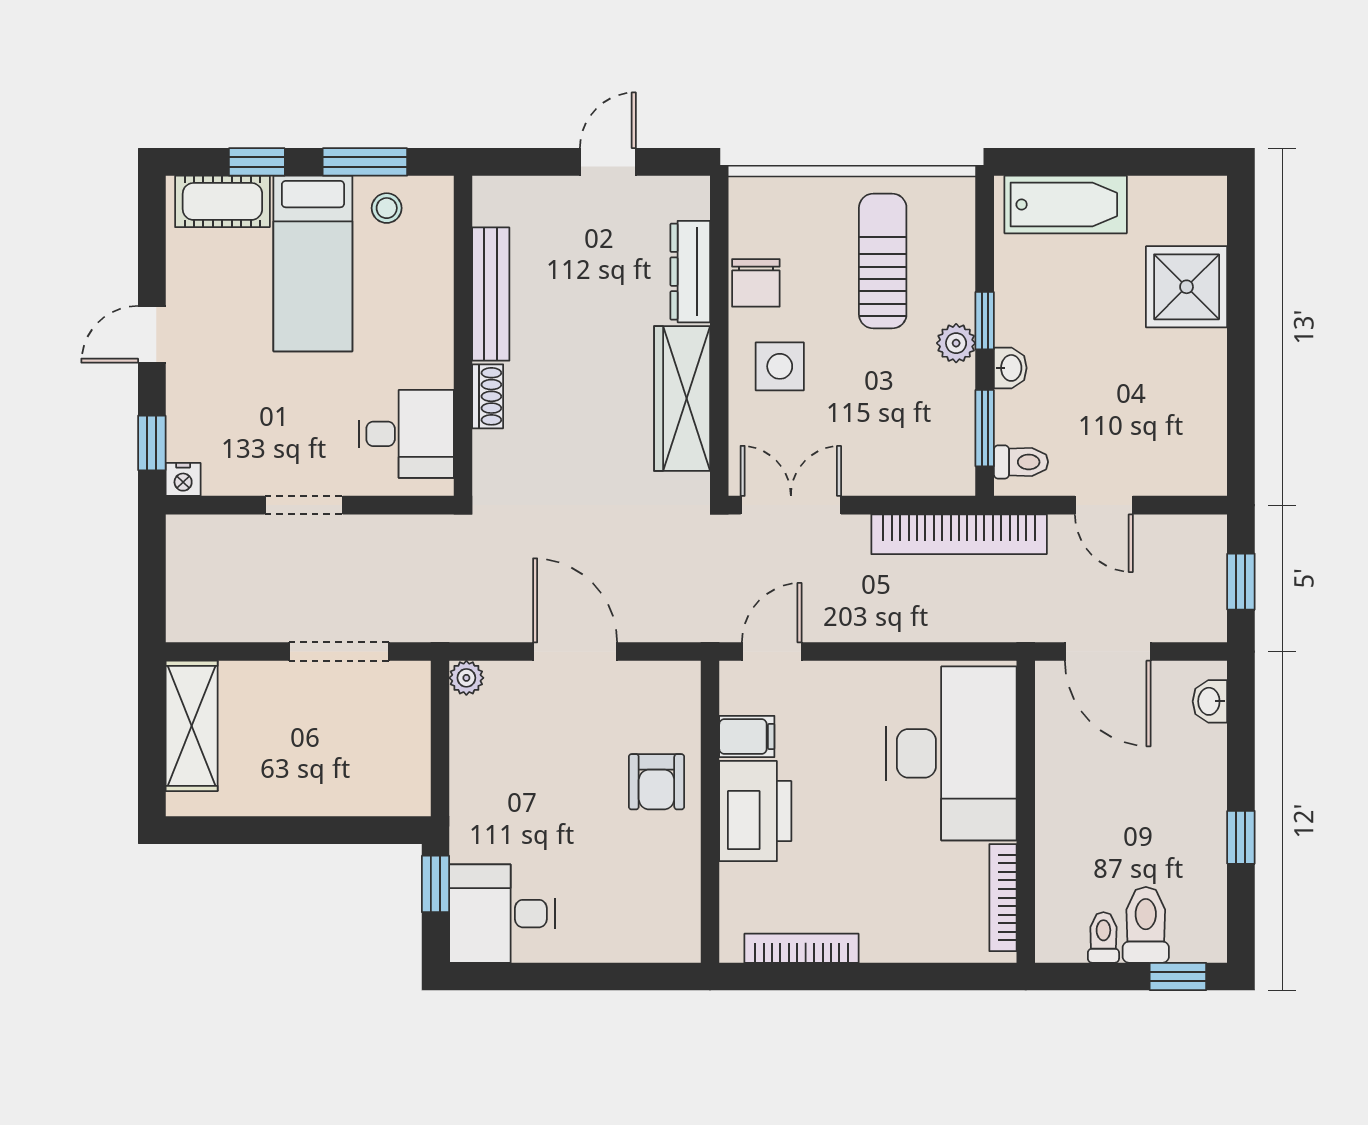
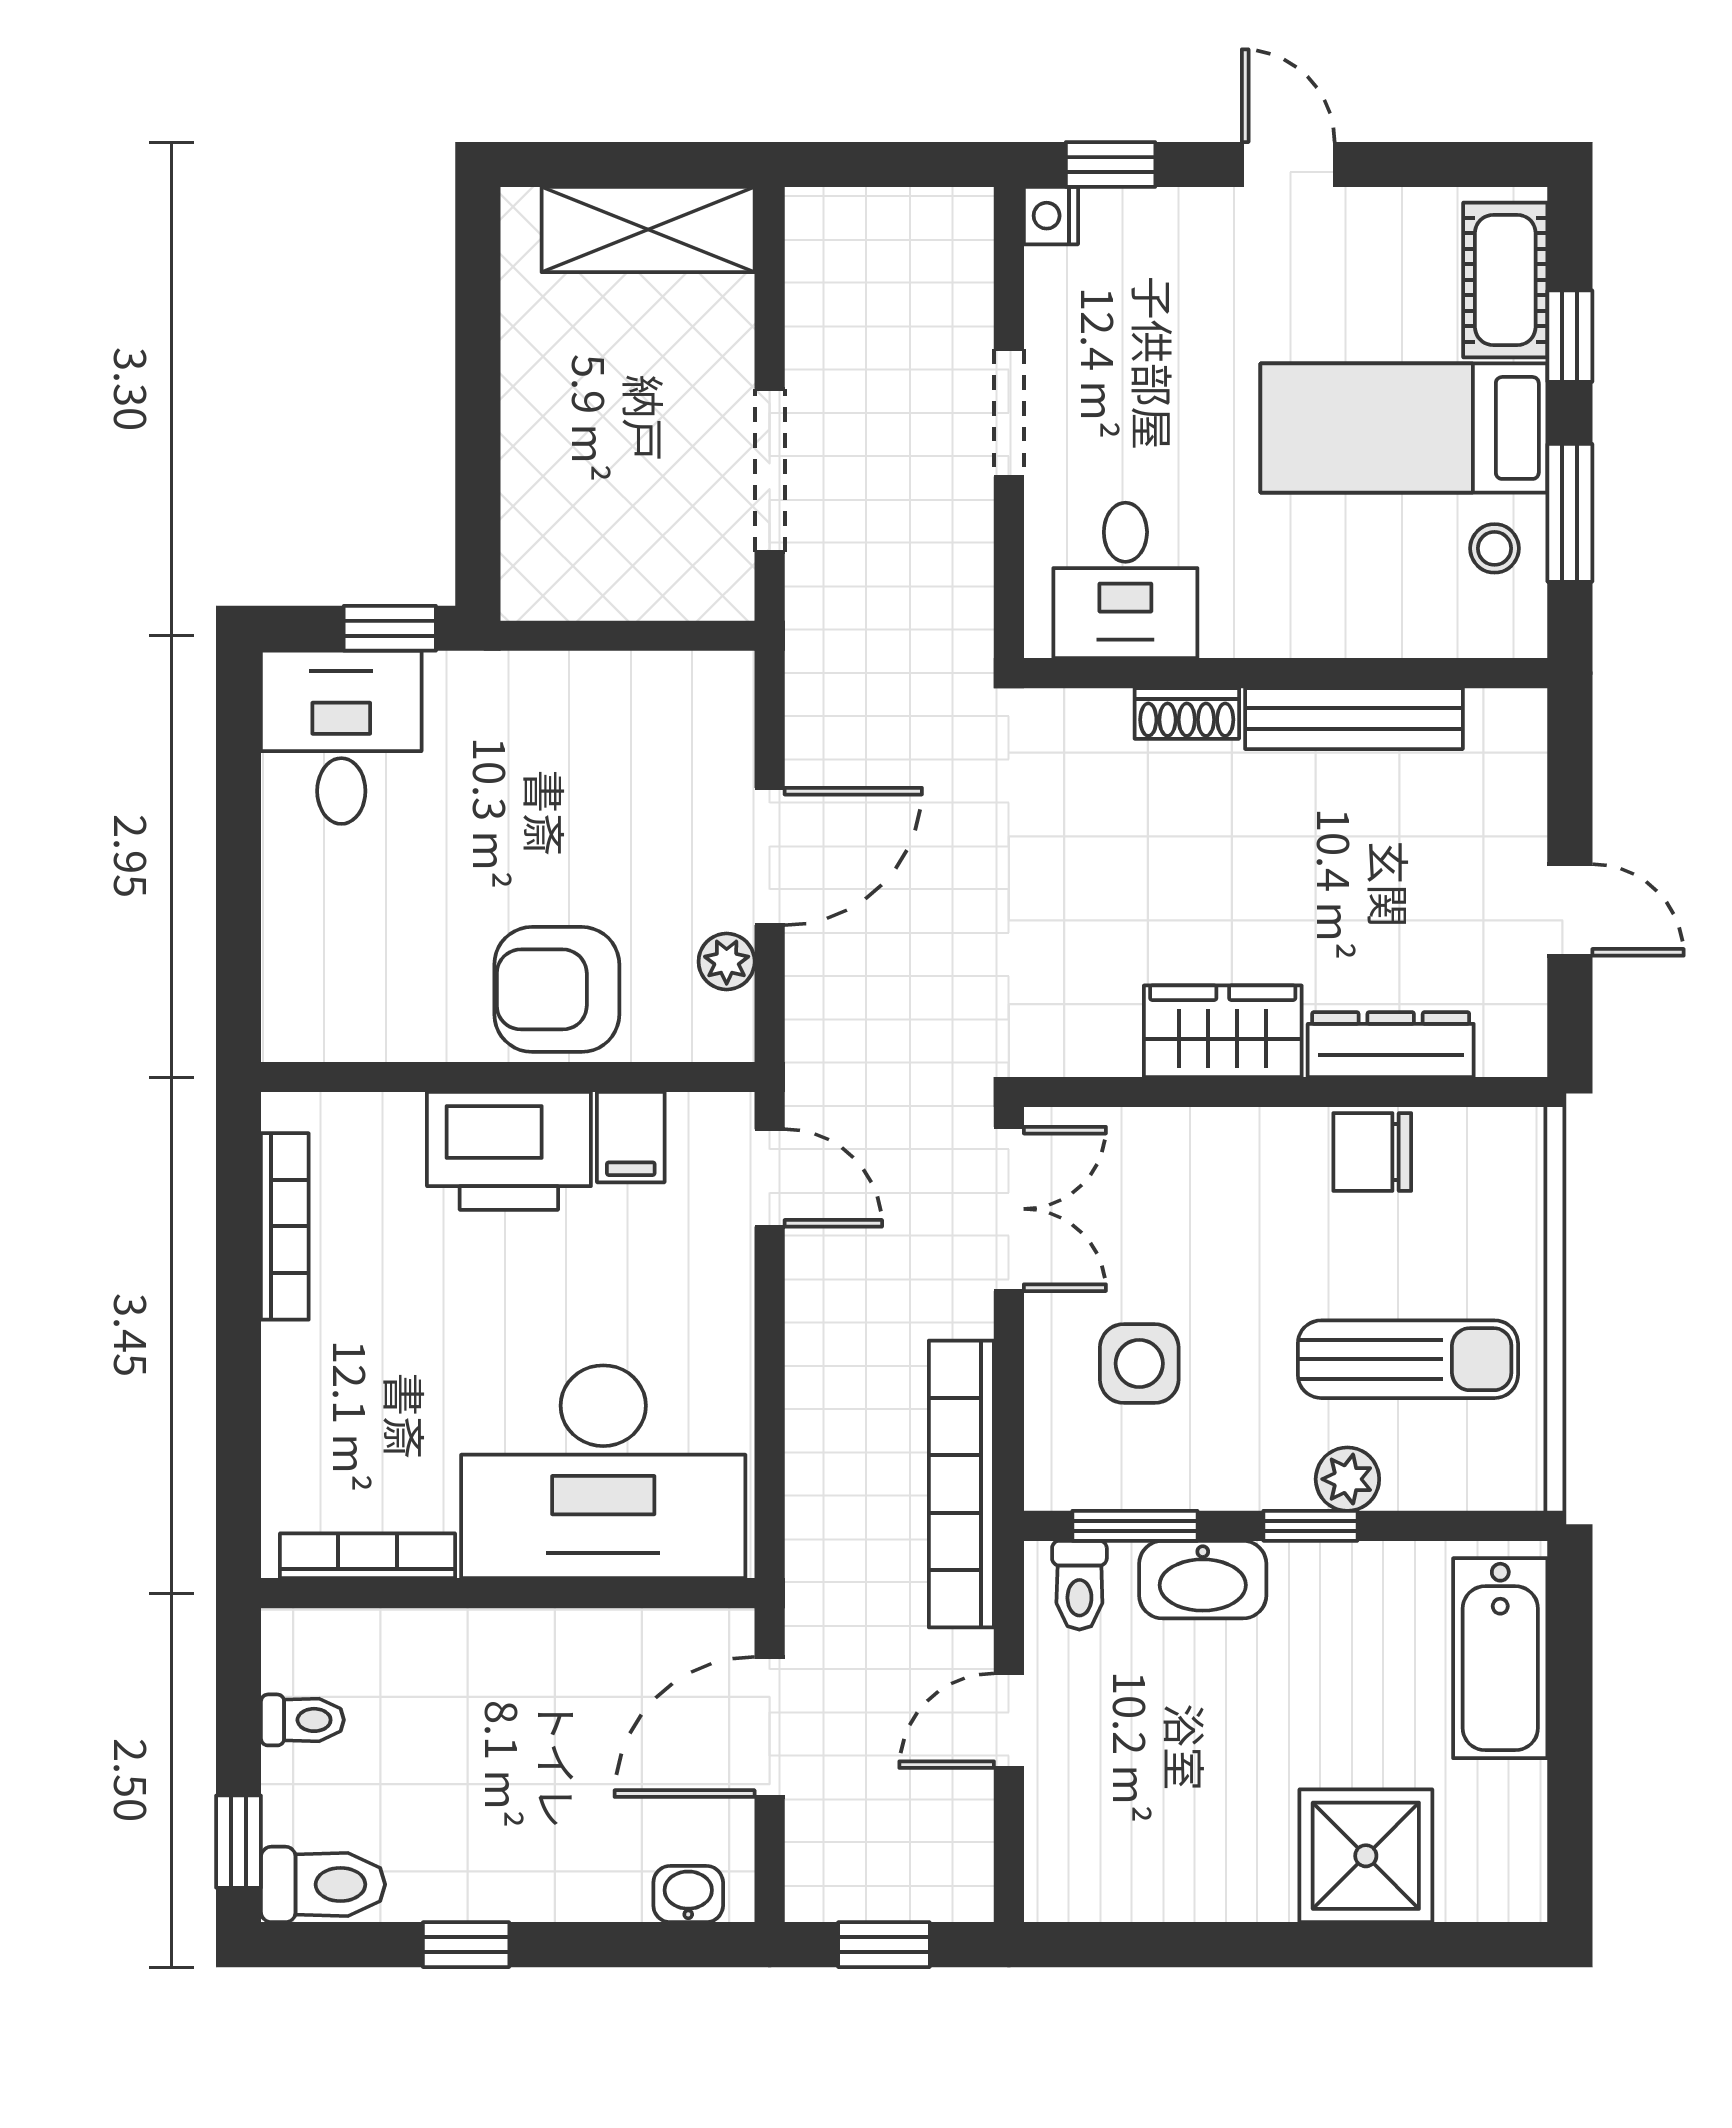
plant: (956, 343) -> (1347, 1479), moved
side table: (780, 366) -> (1139, 1363), moved
washbasin: (1010, 368) -> (1203, 1580), width x1.91, depth x1.45
wardrobe: (682, 398) -> (1223, 1031), width x0.67
plant: (466, 678) -> (727, 962), moved
armchair: (656, 782) -> (557, 989), width x1.38, depth x1.38
toilet: (1146, 925) -> (323, 1884), moved

